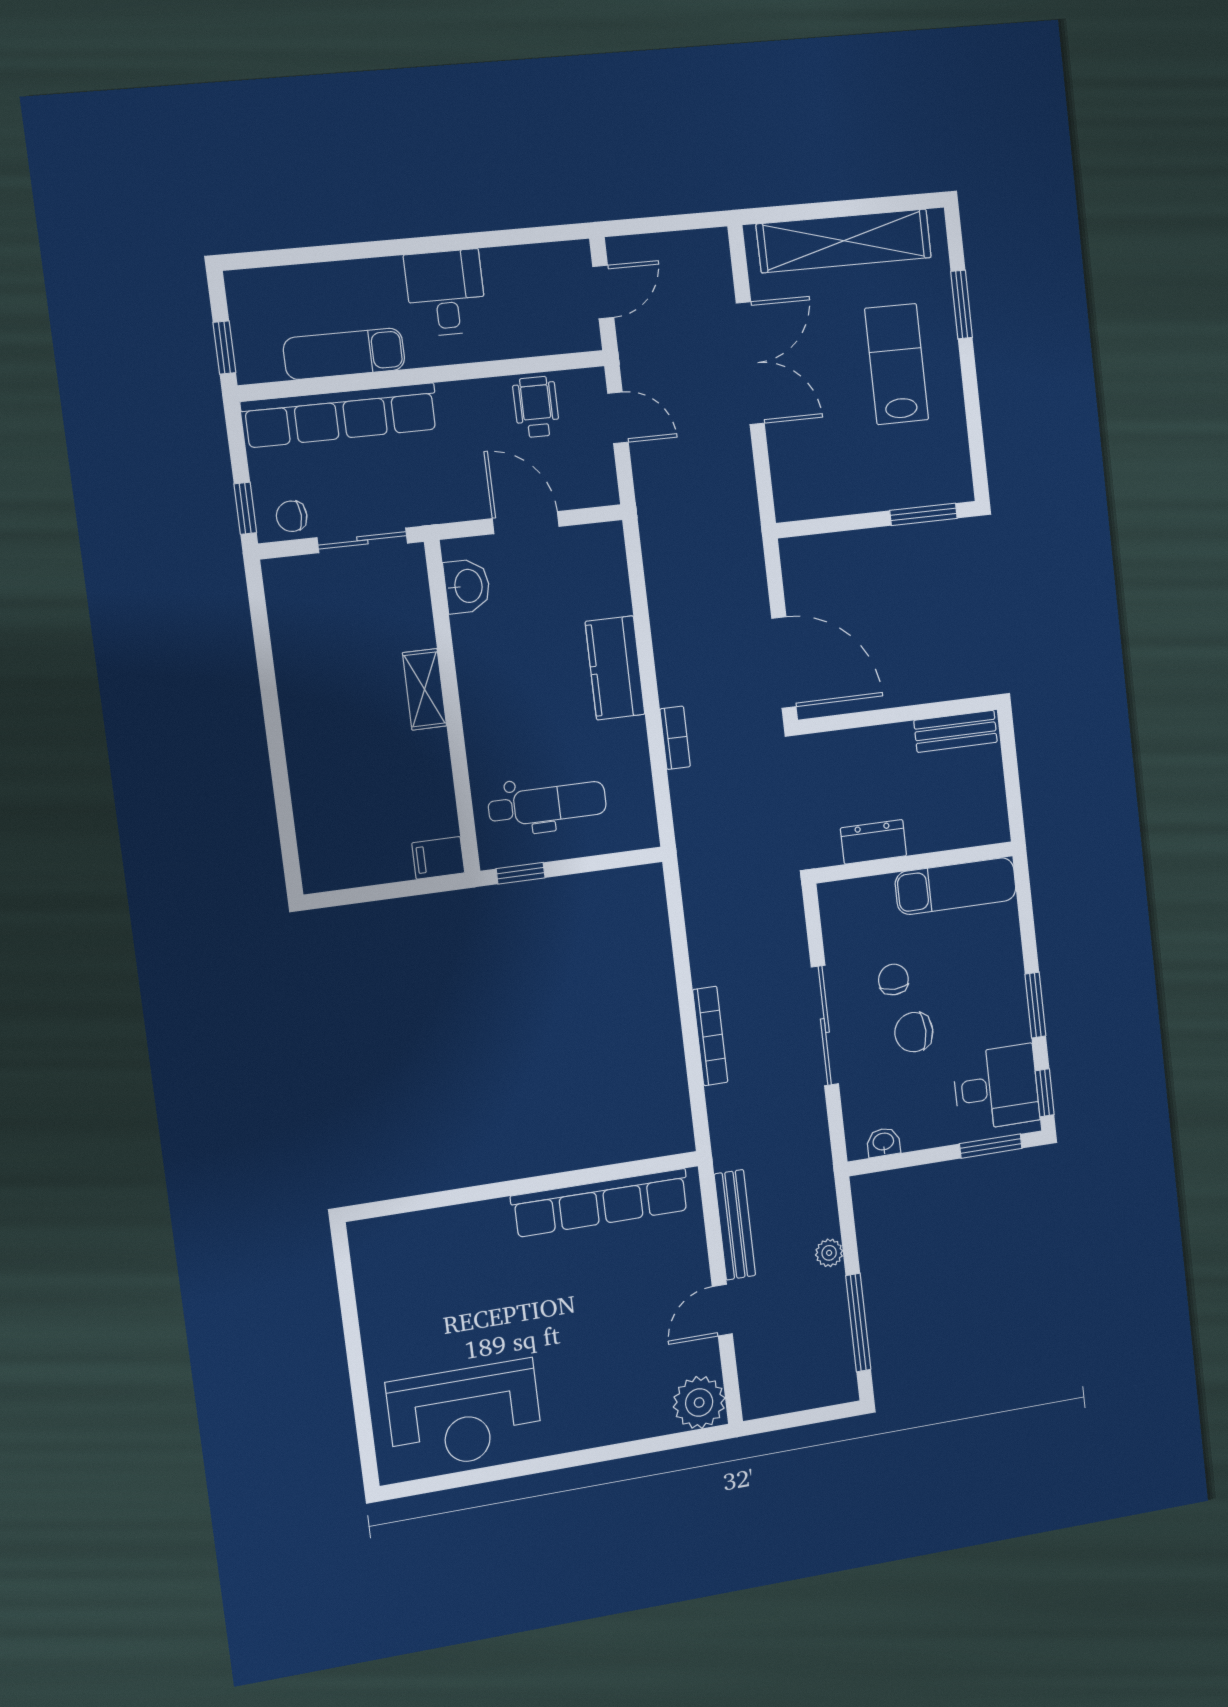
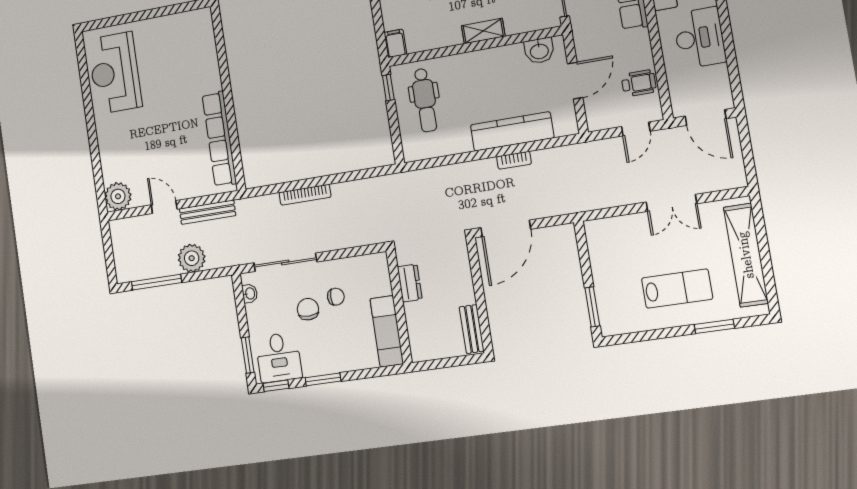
door: (603, 292) -> (705, 117), width x1.38
desk: (446, 293) -> (699, 38), width x1.37
double door: (750, 363) -> (671, 203), width x0.73
kitchen counter: (615, 668) -> (512, 131), width x1.50
bookcase: (675, 738) -> (514, 160), moved
sliding door: (825, 1026) -> (285, 262), moved
plant: (829, 1253) -> (192, 258), width x1.88, depth x1.88

